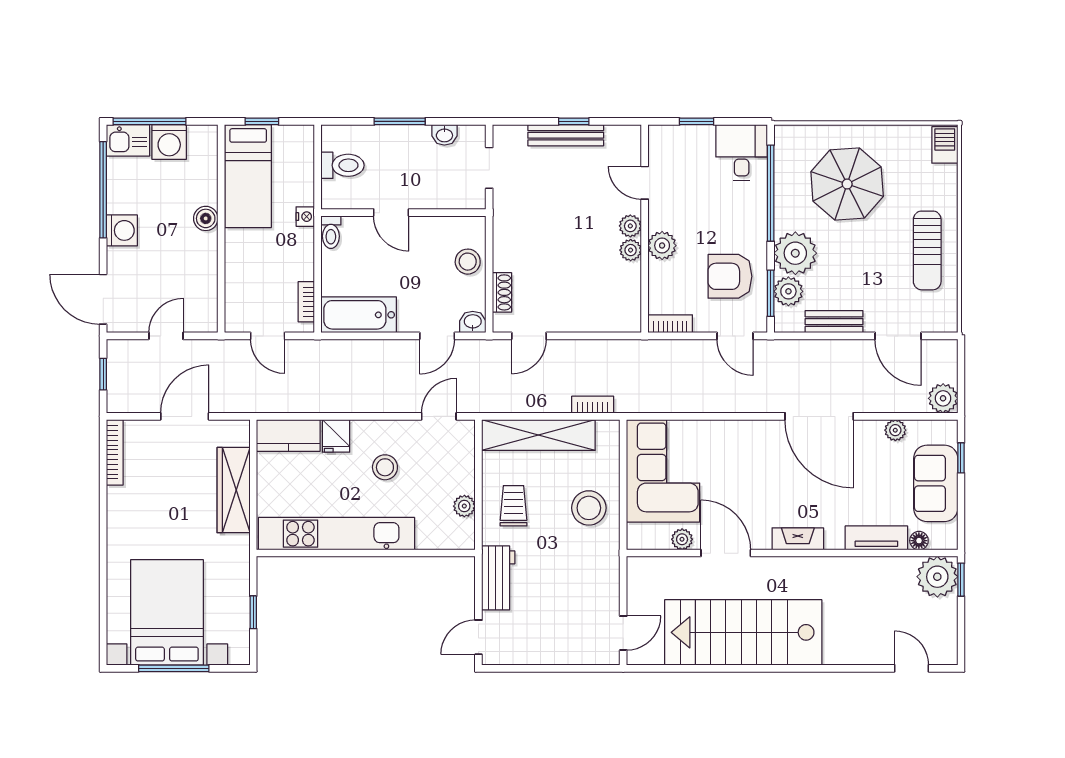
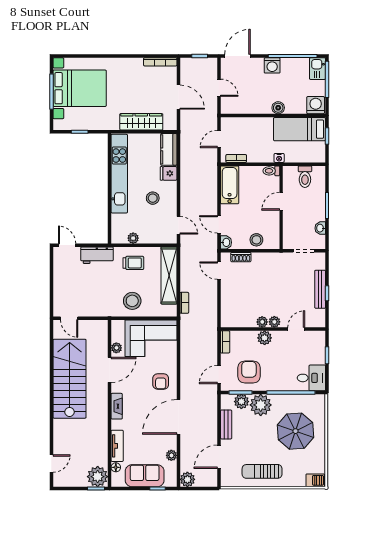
washing machine: (169, 142) -> (316, 105), moved, turned 90
armchair: (749, 451) -> (161, 381), added

